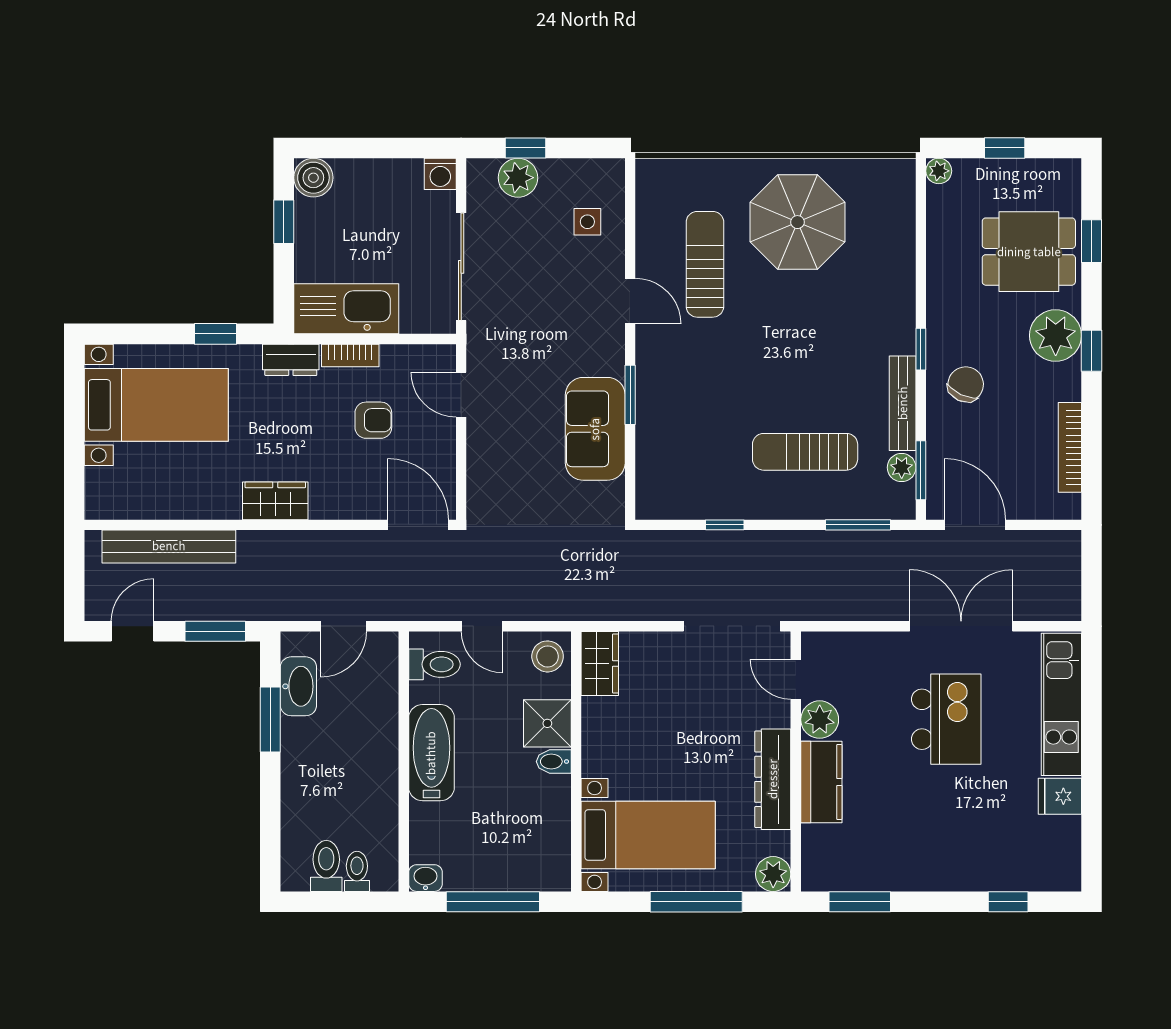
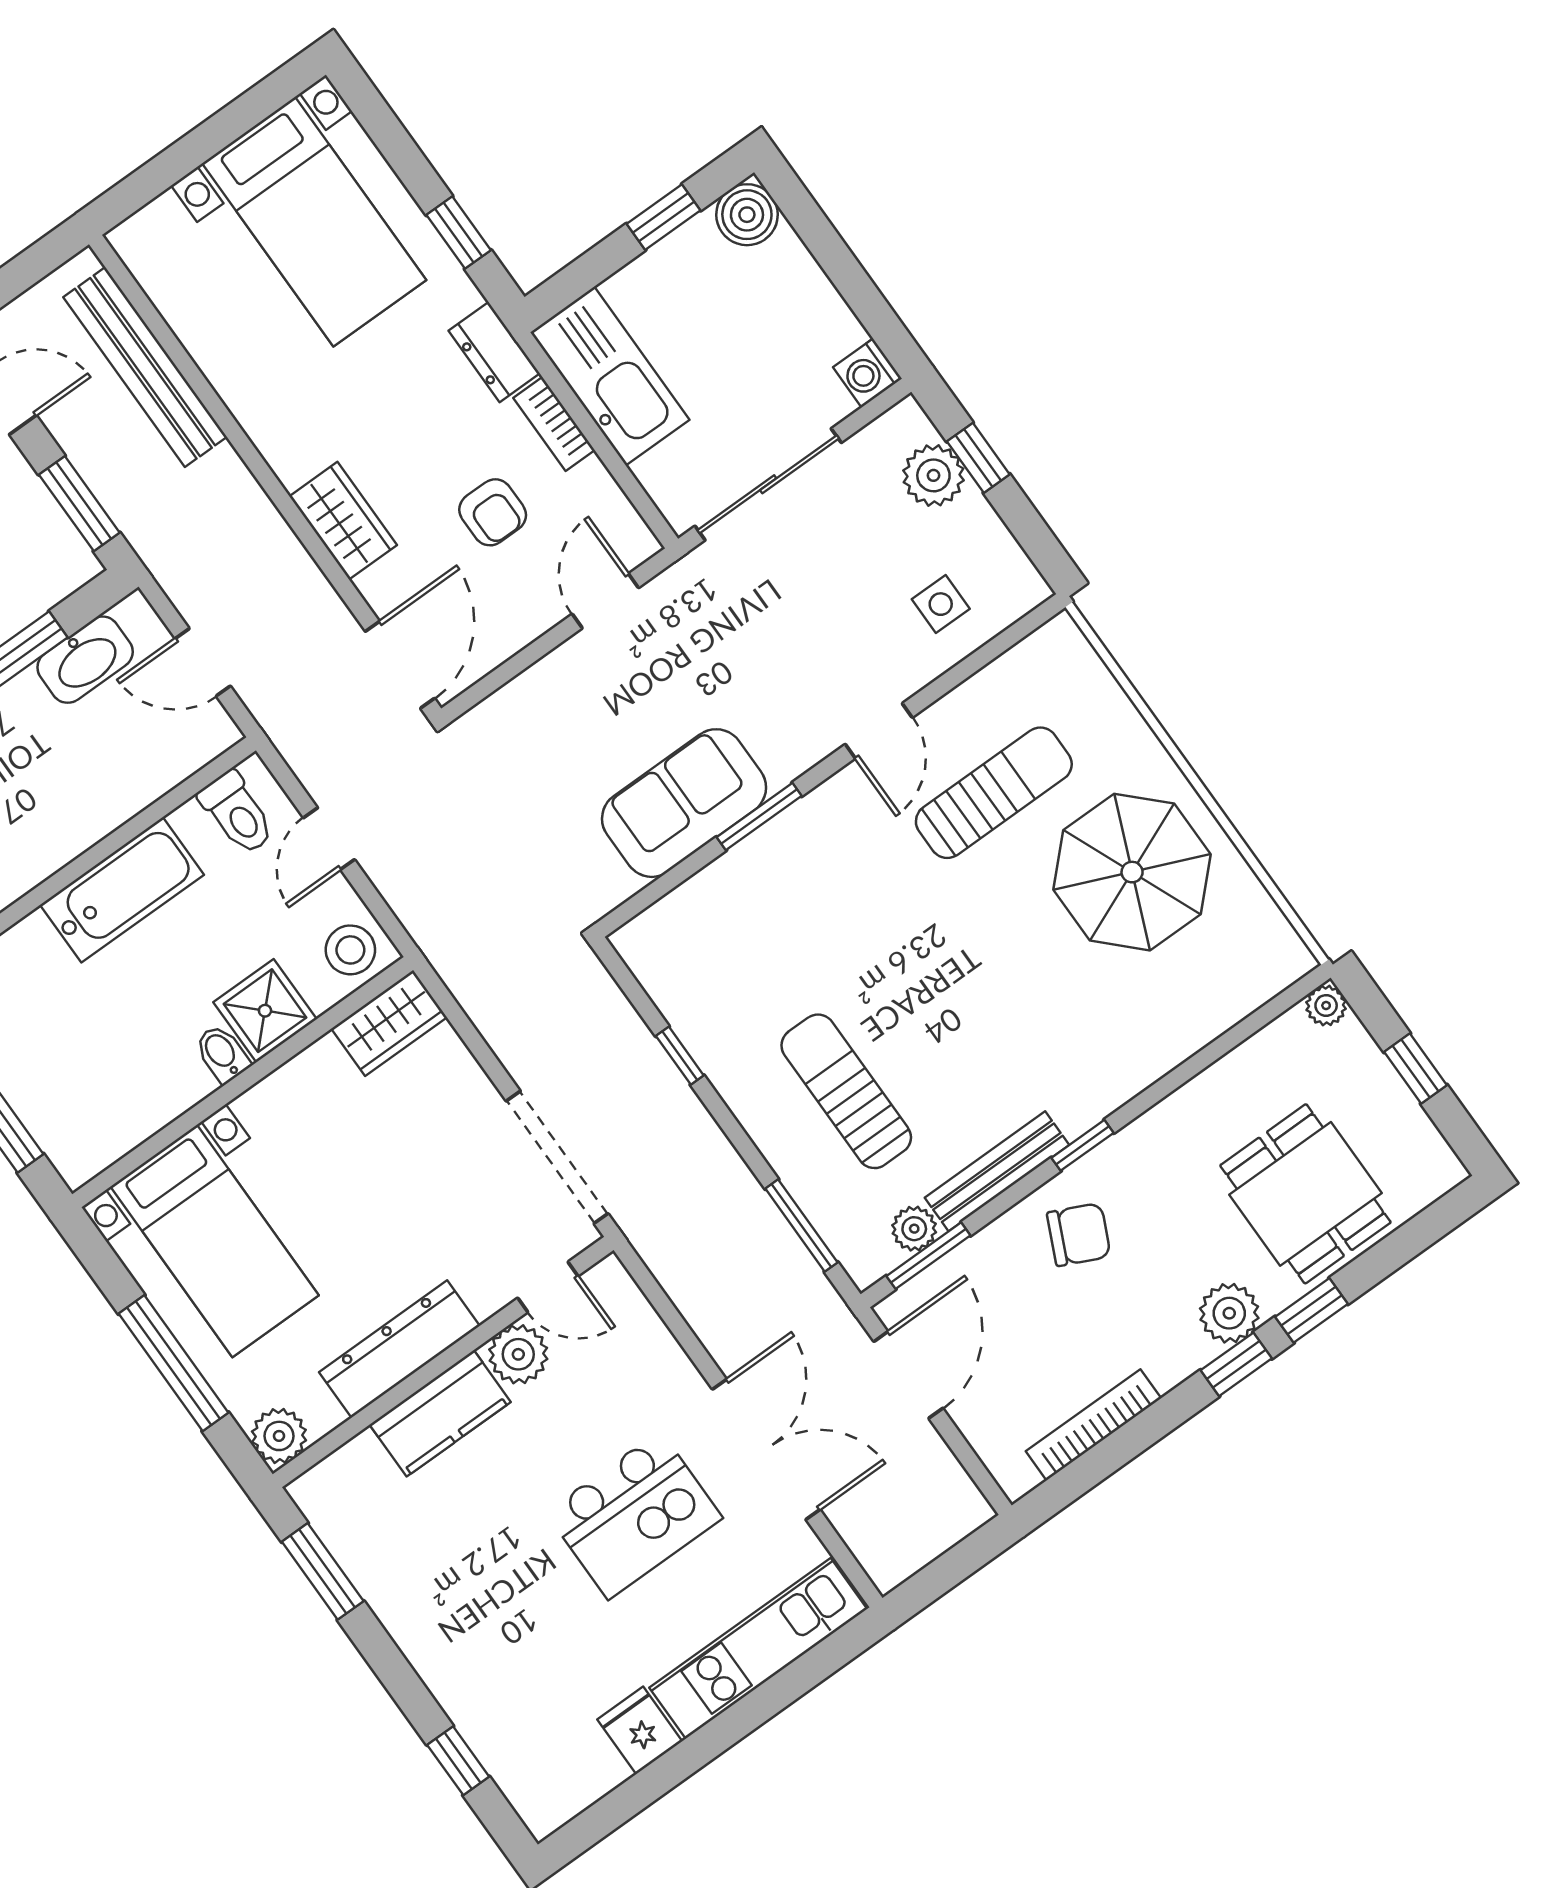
window: (1092, 241) -> (1312, 1310), moved
plant: (1056, 335) -> (1229, 1313), width x0.73, depth x0.73
wardrobe: (275, 501) -> (343, 521), moved
door: (796, 679) -> (548, 1287), swing flipped

